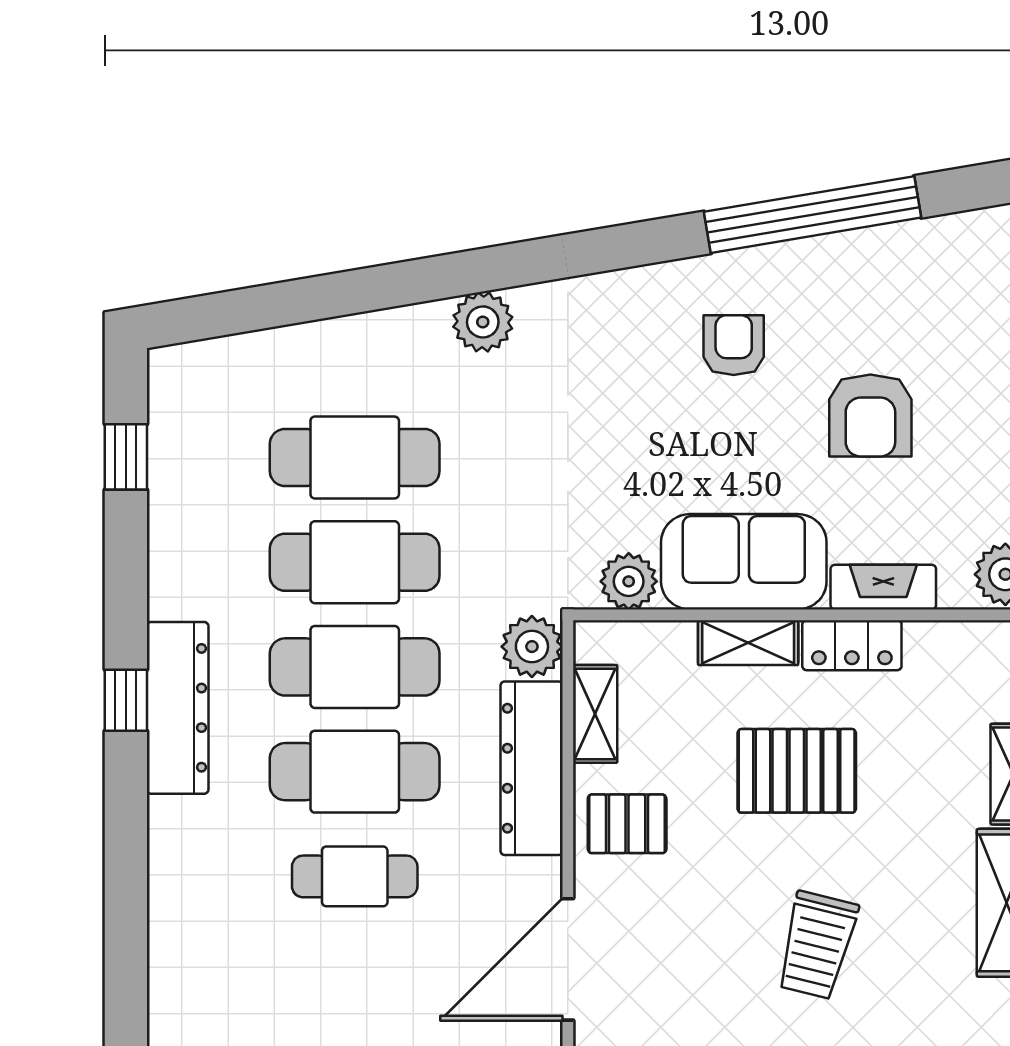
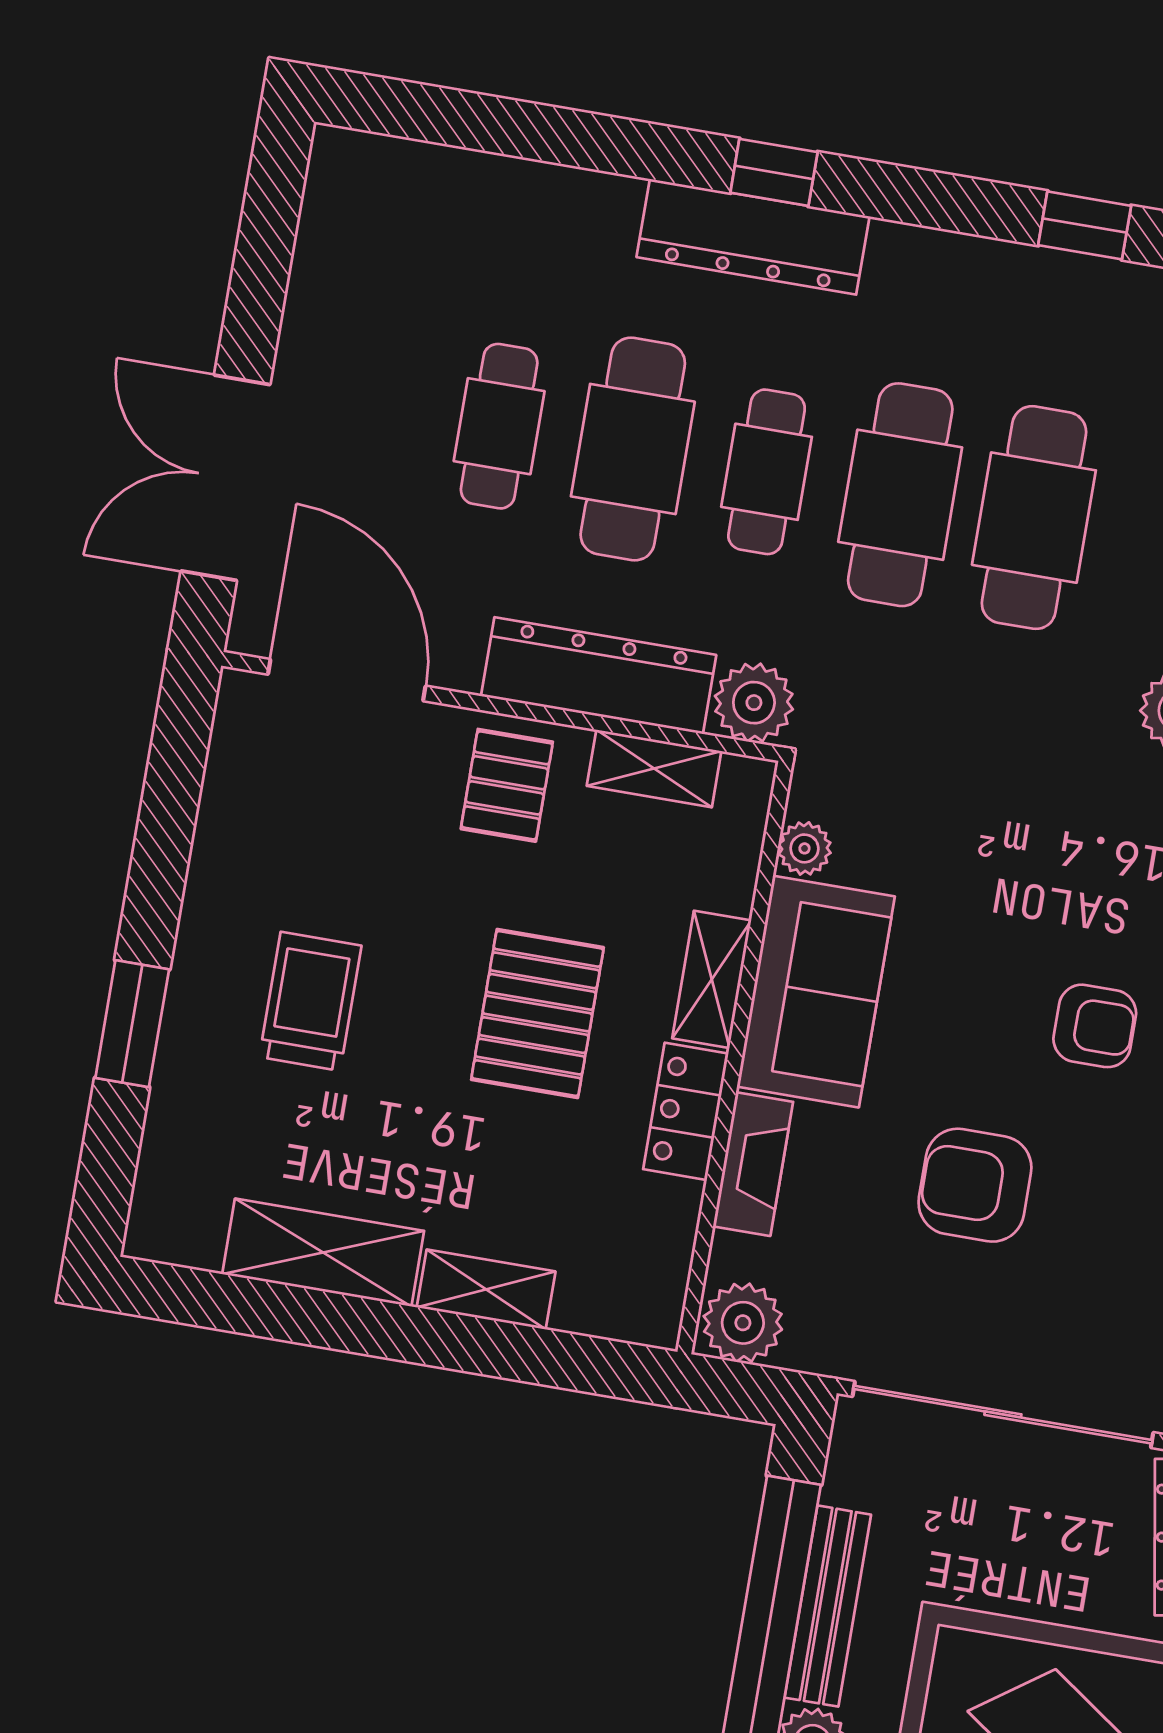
plant: (629, 581) -> (805, 848), width x0.73, depth x0.73
cafe table: (355, 667) -> (767, 472), width x0.73, depth x0.74
trolley: (817, 945) -> (310, 1001), turned 76

